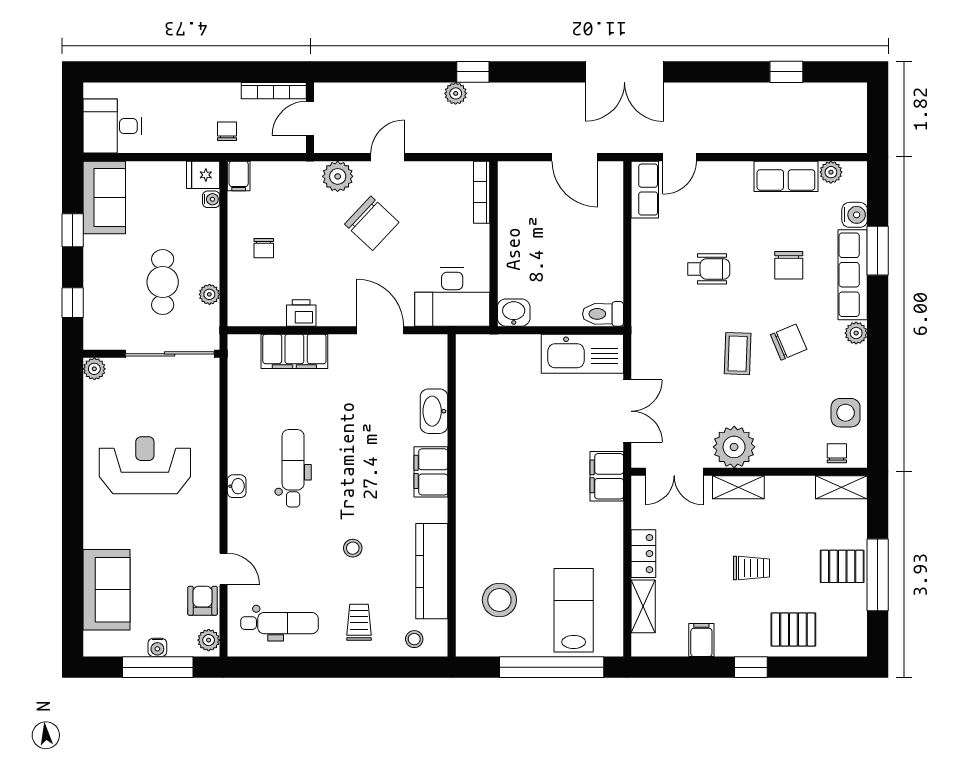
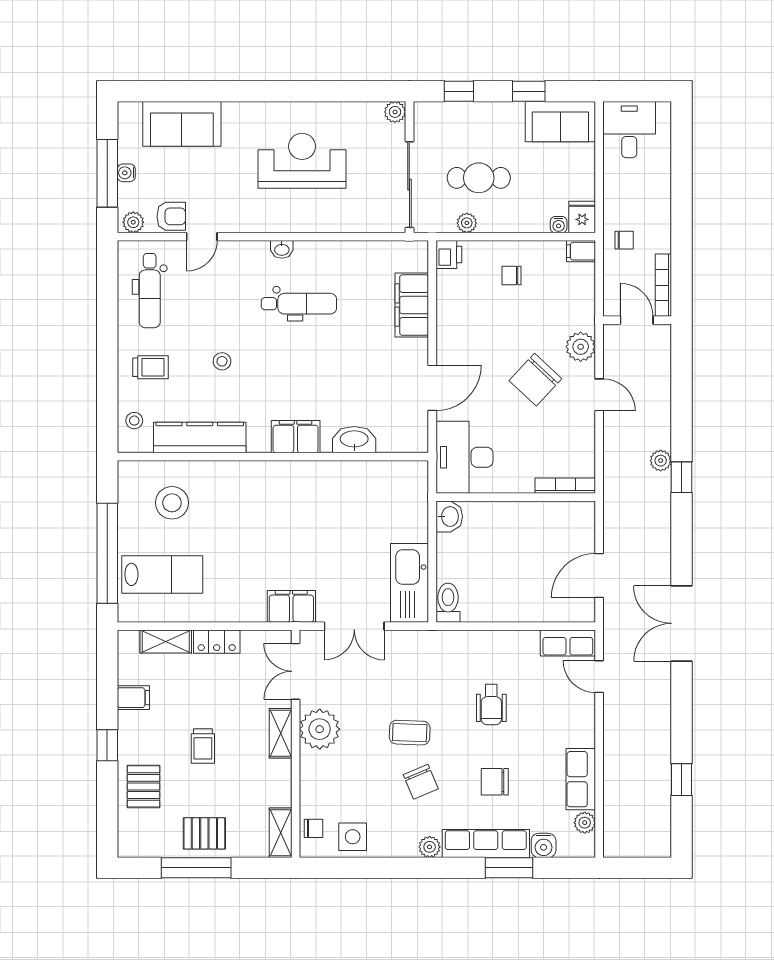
printer: (301, 313) -> (449, 255), moved
reception desk: (145, 465) -> (302, 161), turned -90
pallet: (842, 566) -> (204, 833), turned 90

